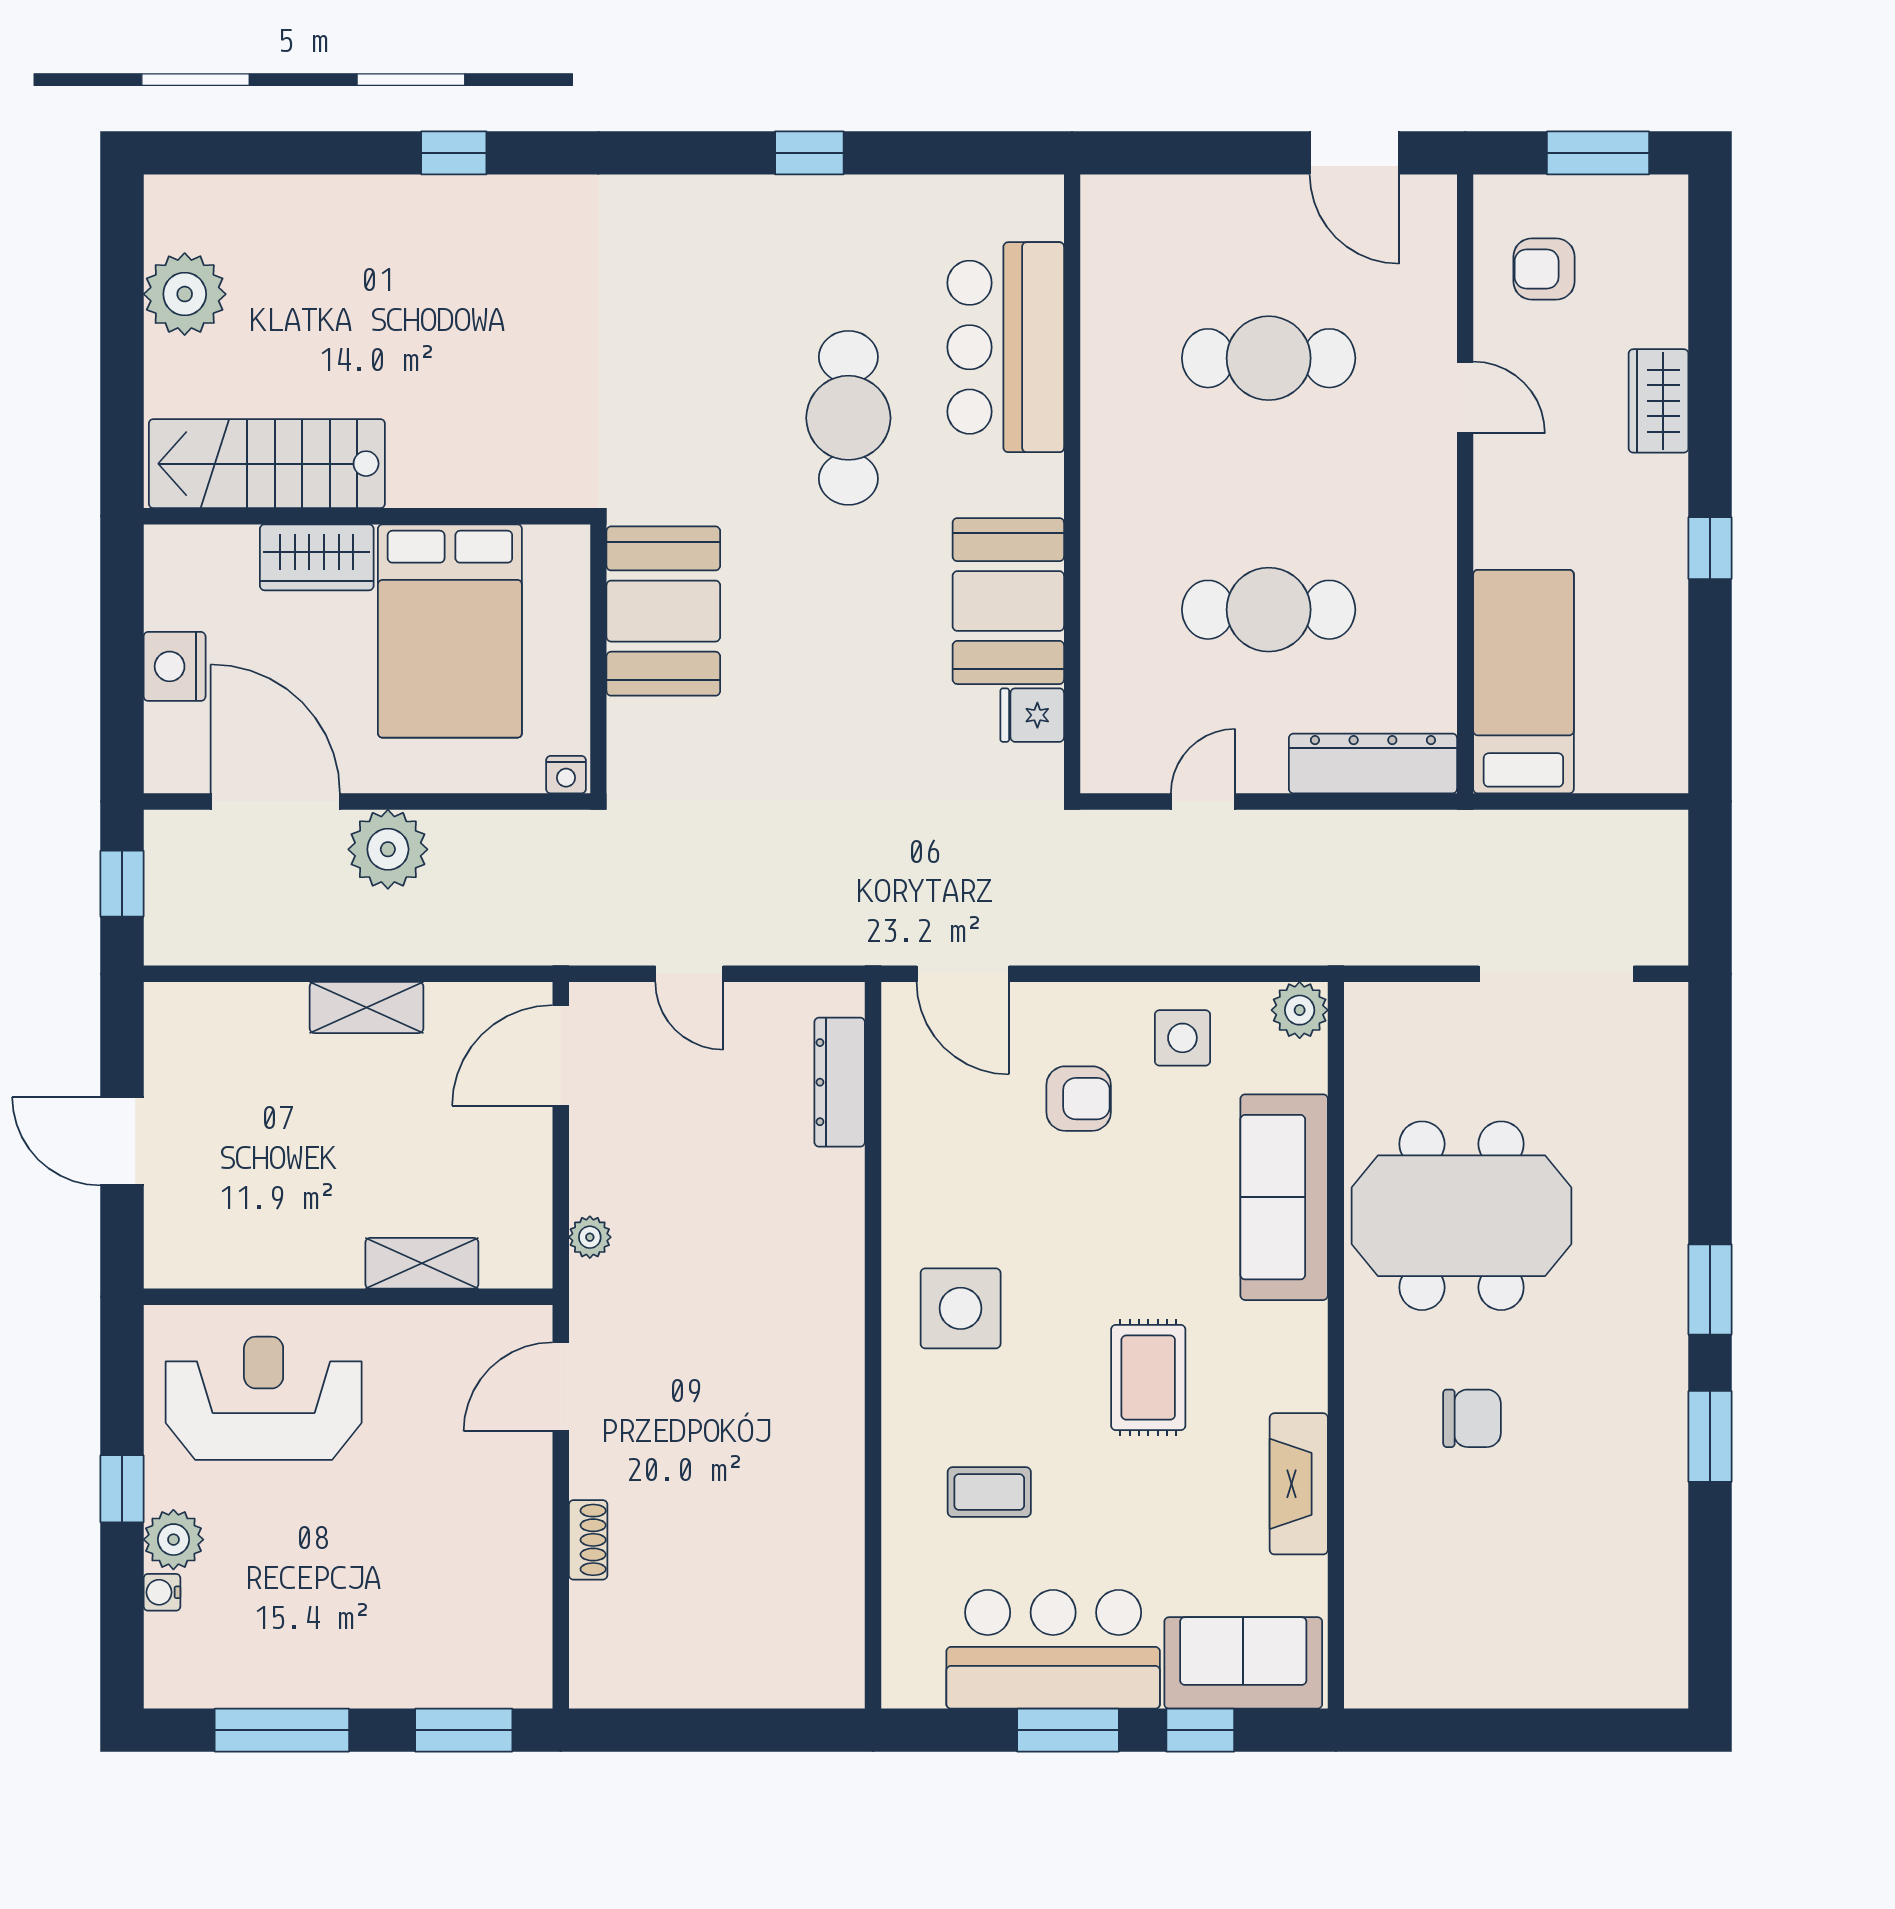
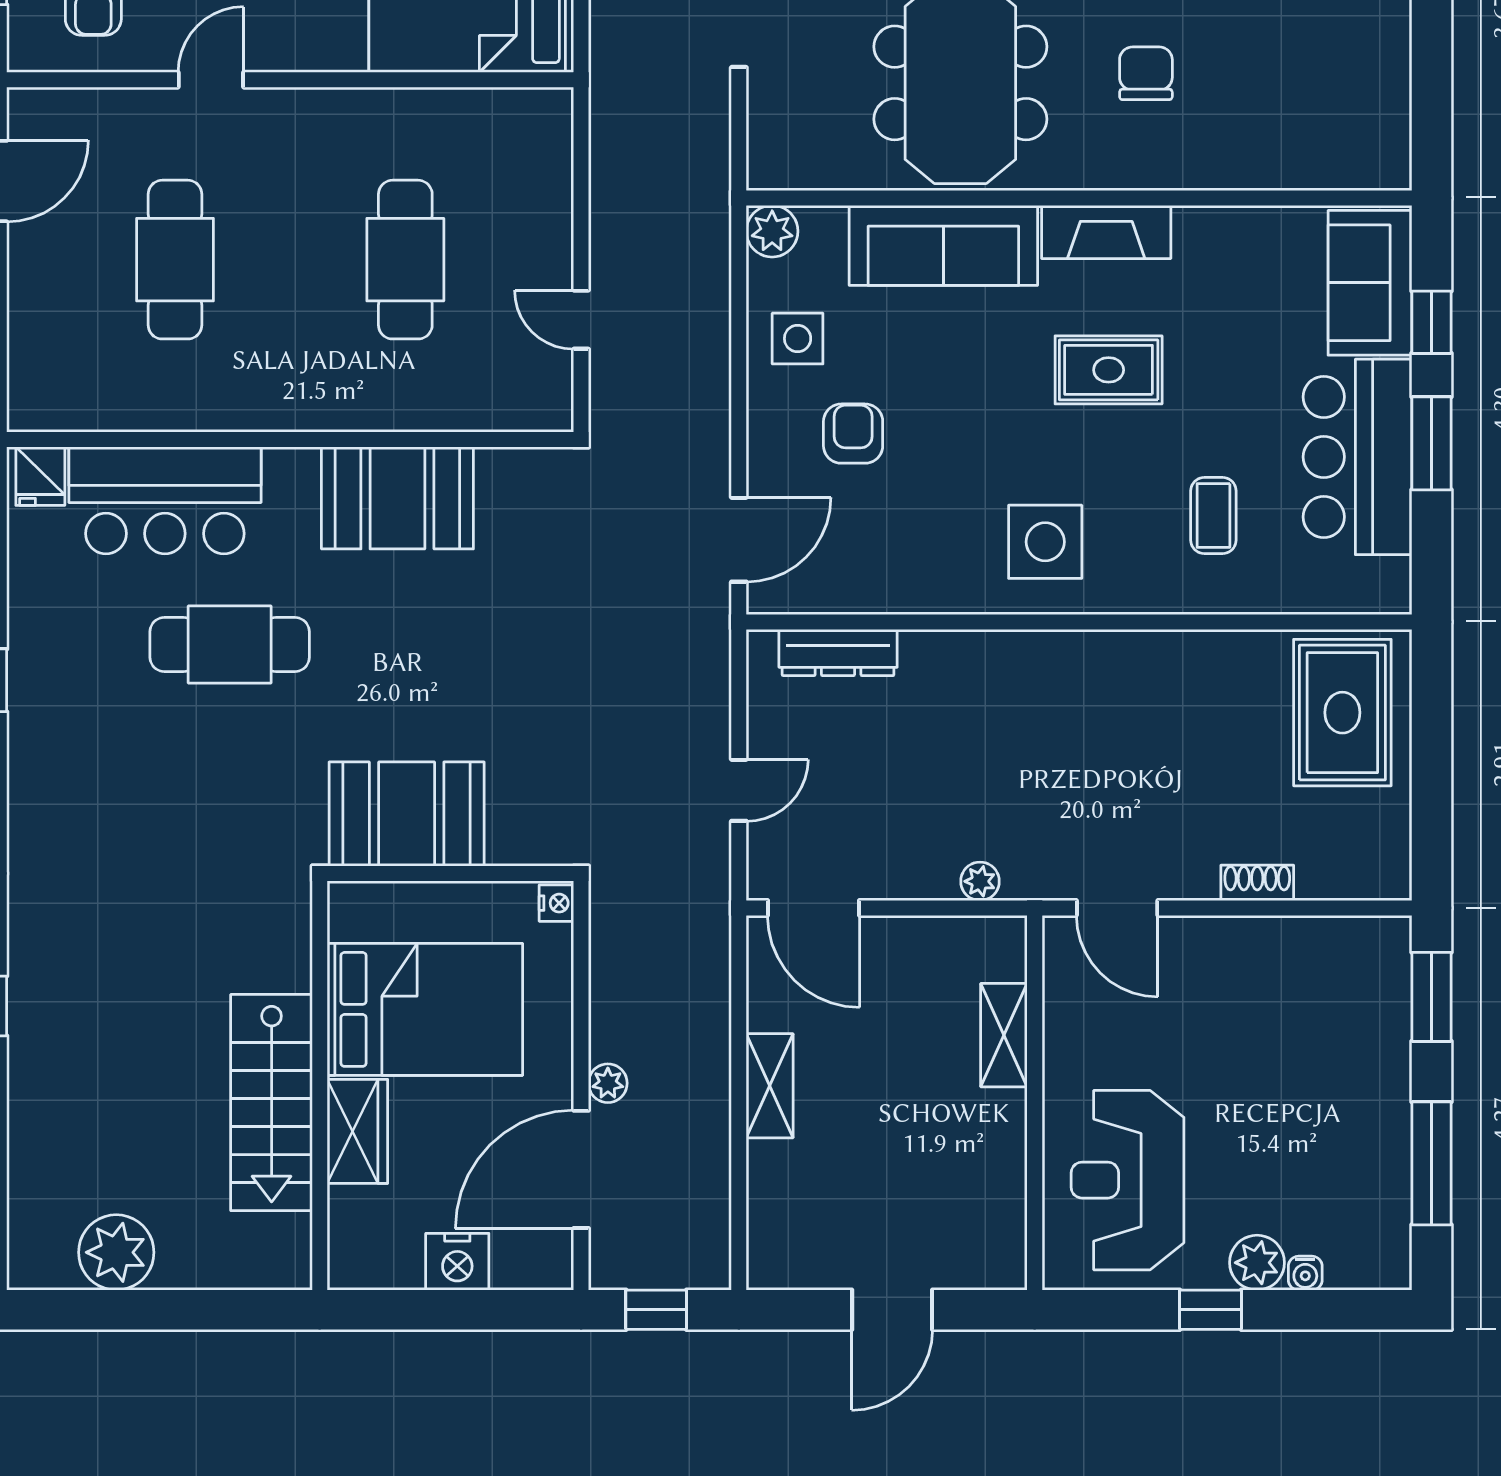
stairs: (267, 464) -> (272, 1103), moved
fridge: (1032, 715) -> (40, 476), moved
dresser: (1373, 763) -> (546, 164), removed
plant: (388, 849) -> (608, 1083), width x0.53, depth x0.53
fireplace: (1299, 1484) -> (1106, 232), moved
rug: (774, 1633) -> (1342, 713), added

